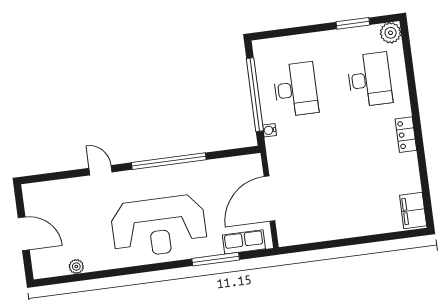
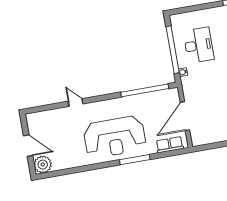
window: (169, 161) -> (145, 90), moved
window: (216, 259) -> (135, 160), moved
plant: (76, 267) -> (43, 165), moved, width x1.87, depth x1.87

